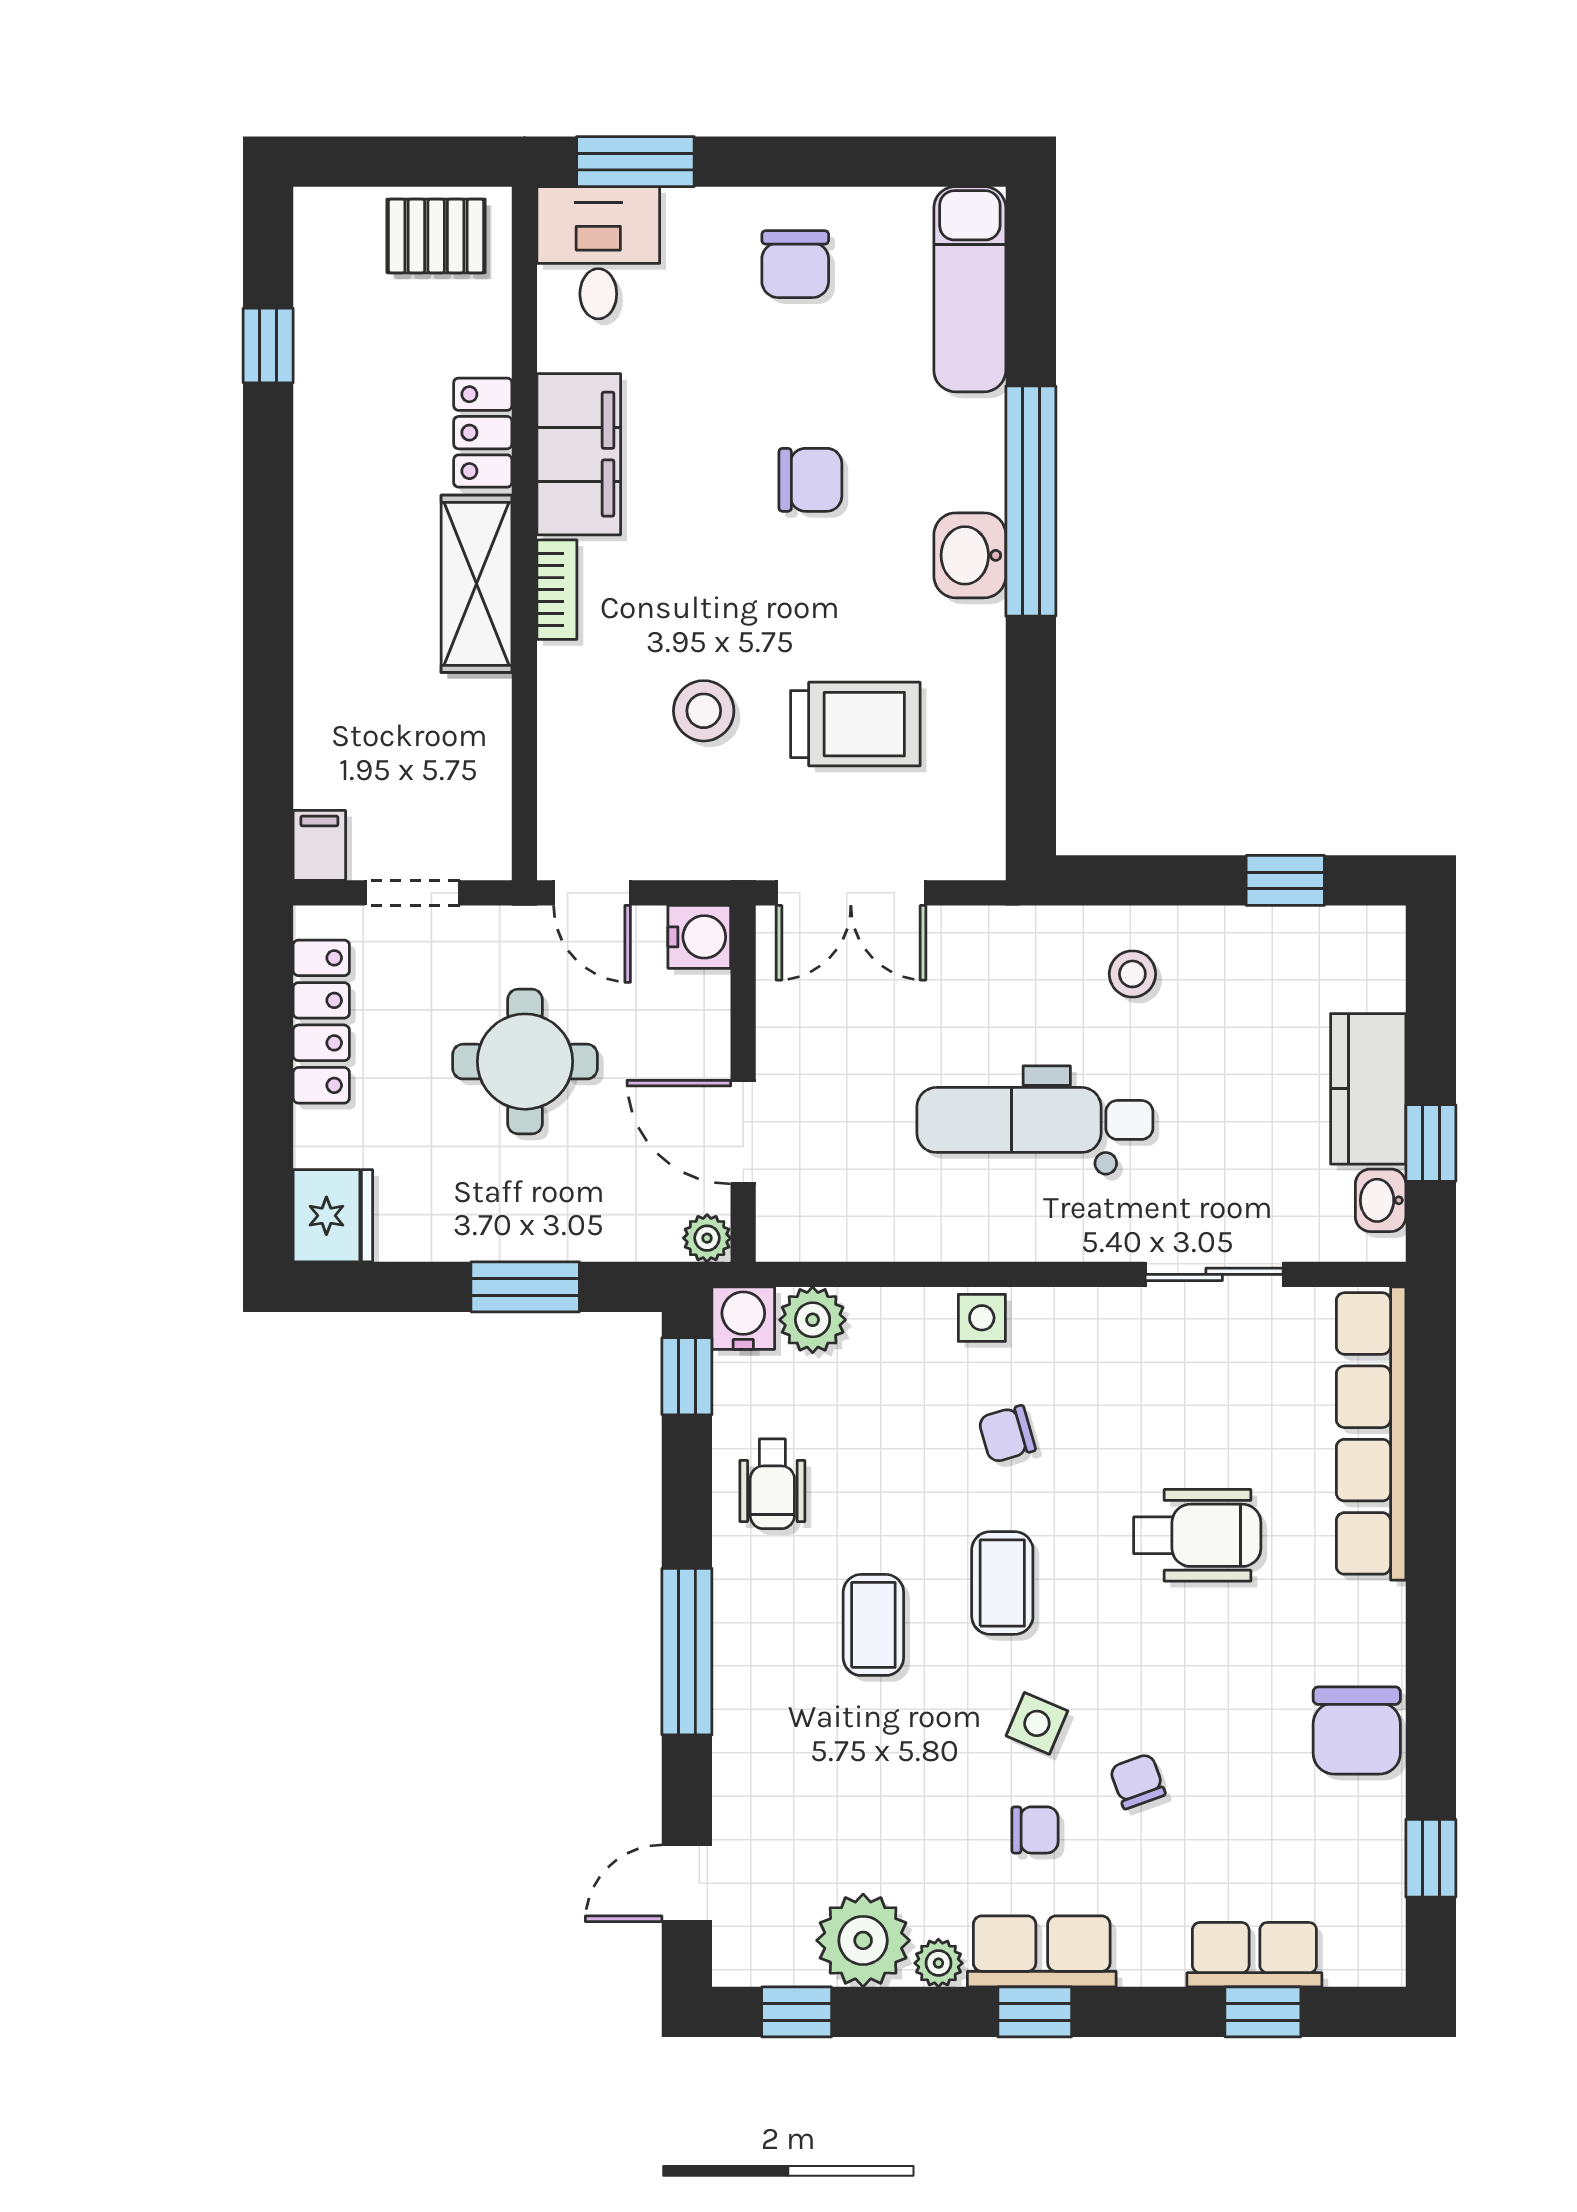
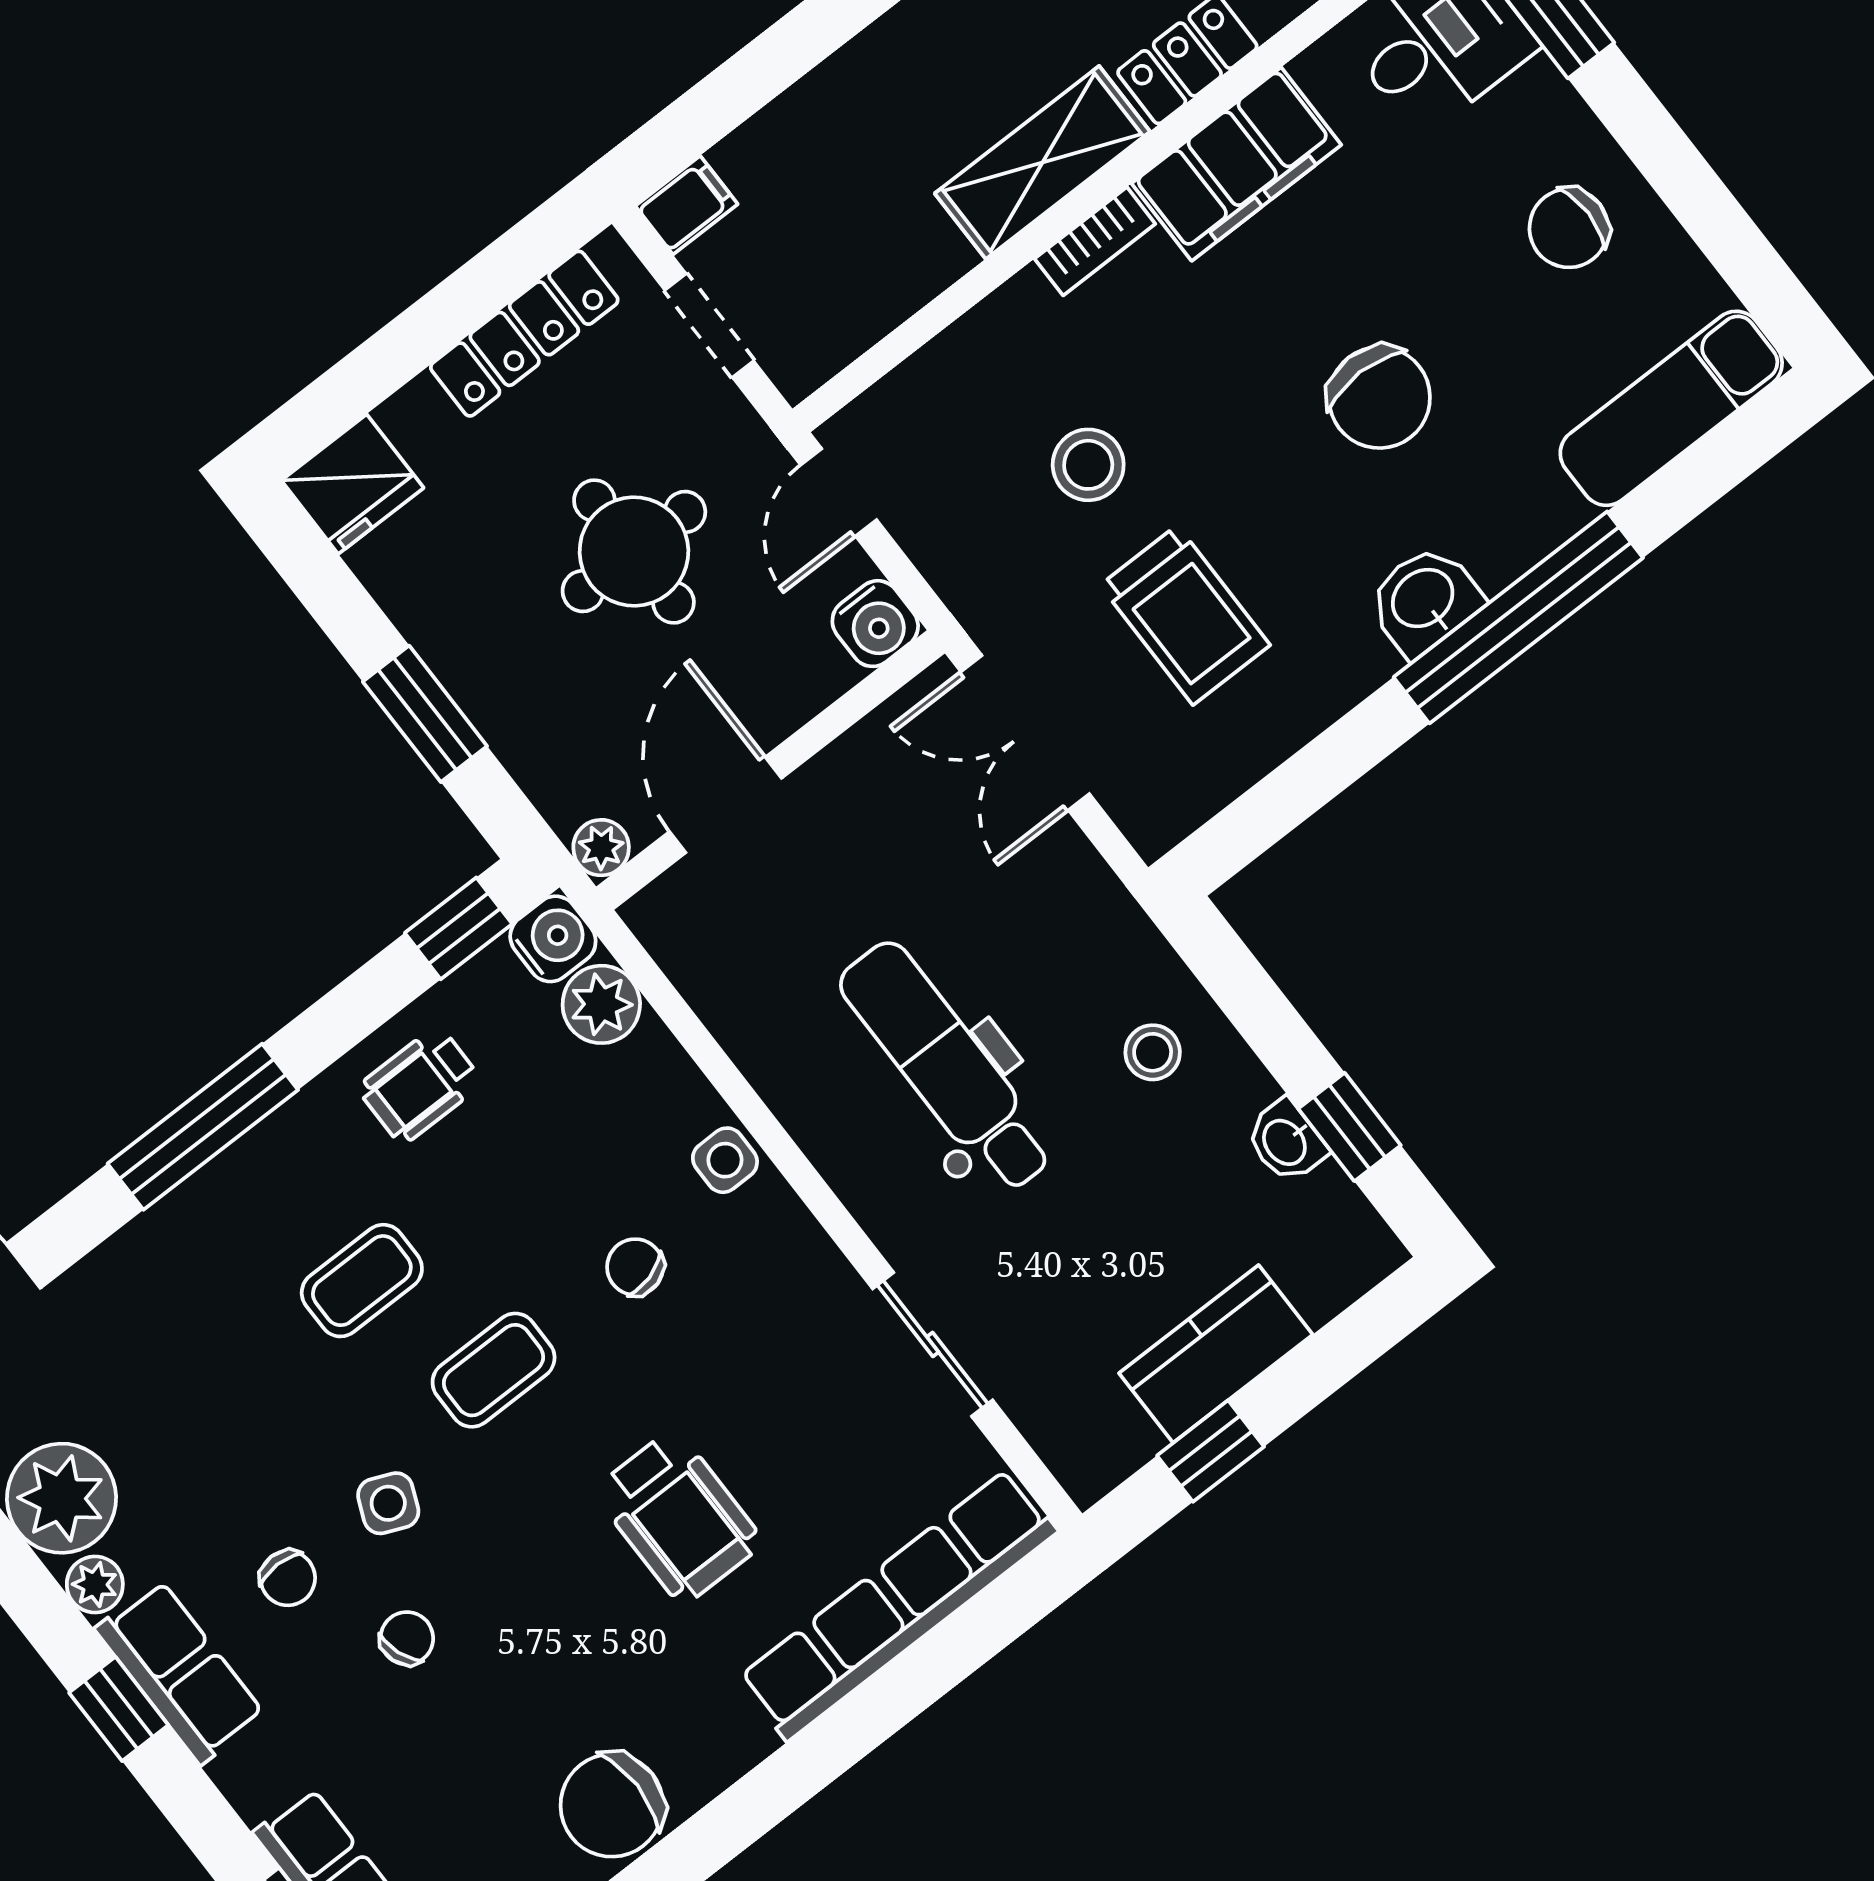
chair: (810, 480) -> (1379, 398), width x1.37, depth x1.37
washbasin: (1381, 1200) -> (1286, 1141), moved, turned -90

